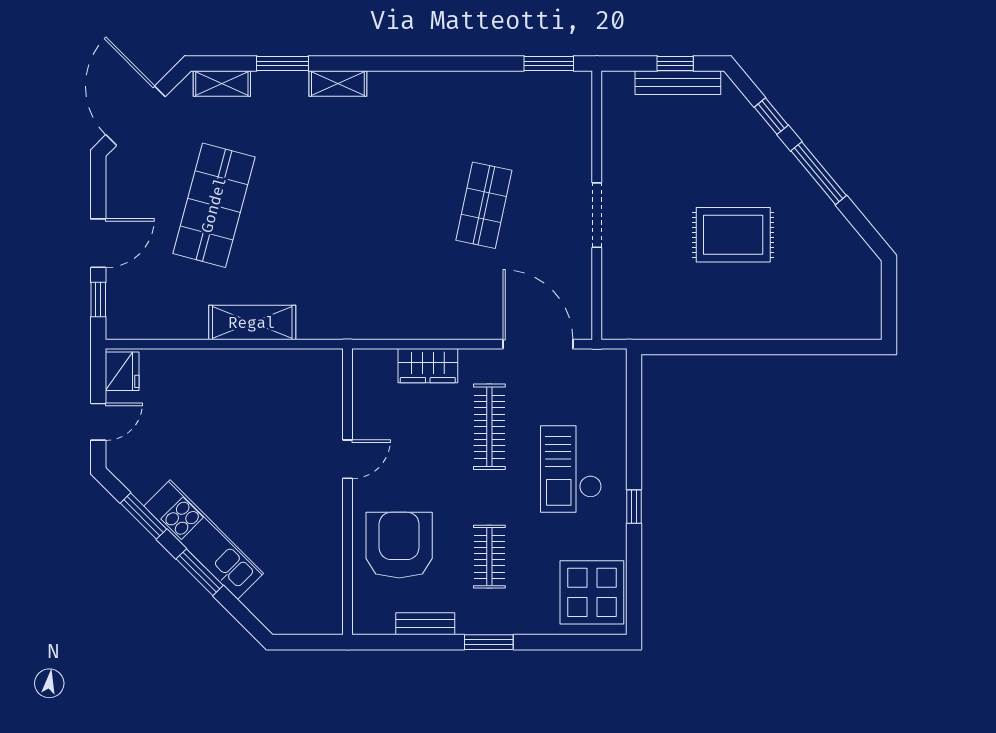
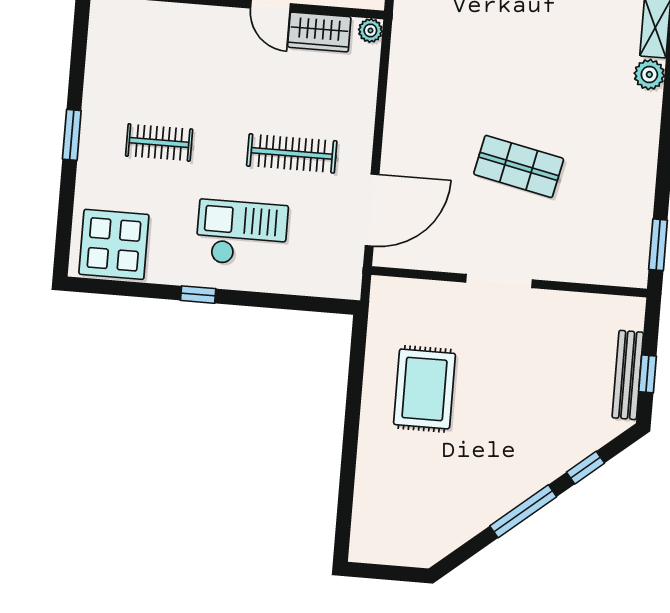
plant: (384, 86) -> (649, 75), added
rug: (733, 235) -> (424, 389), moved
plant: (363, 360) -> (370, 30), added
wardrobe: (428, 366) -> (319, 32), moved, turned -90
armchair: (399, 545) -> (178, 51), removed
bench: (425, 624) -> (96, 71), removed

